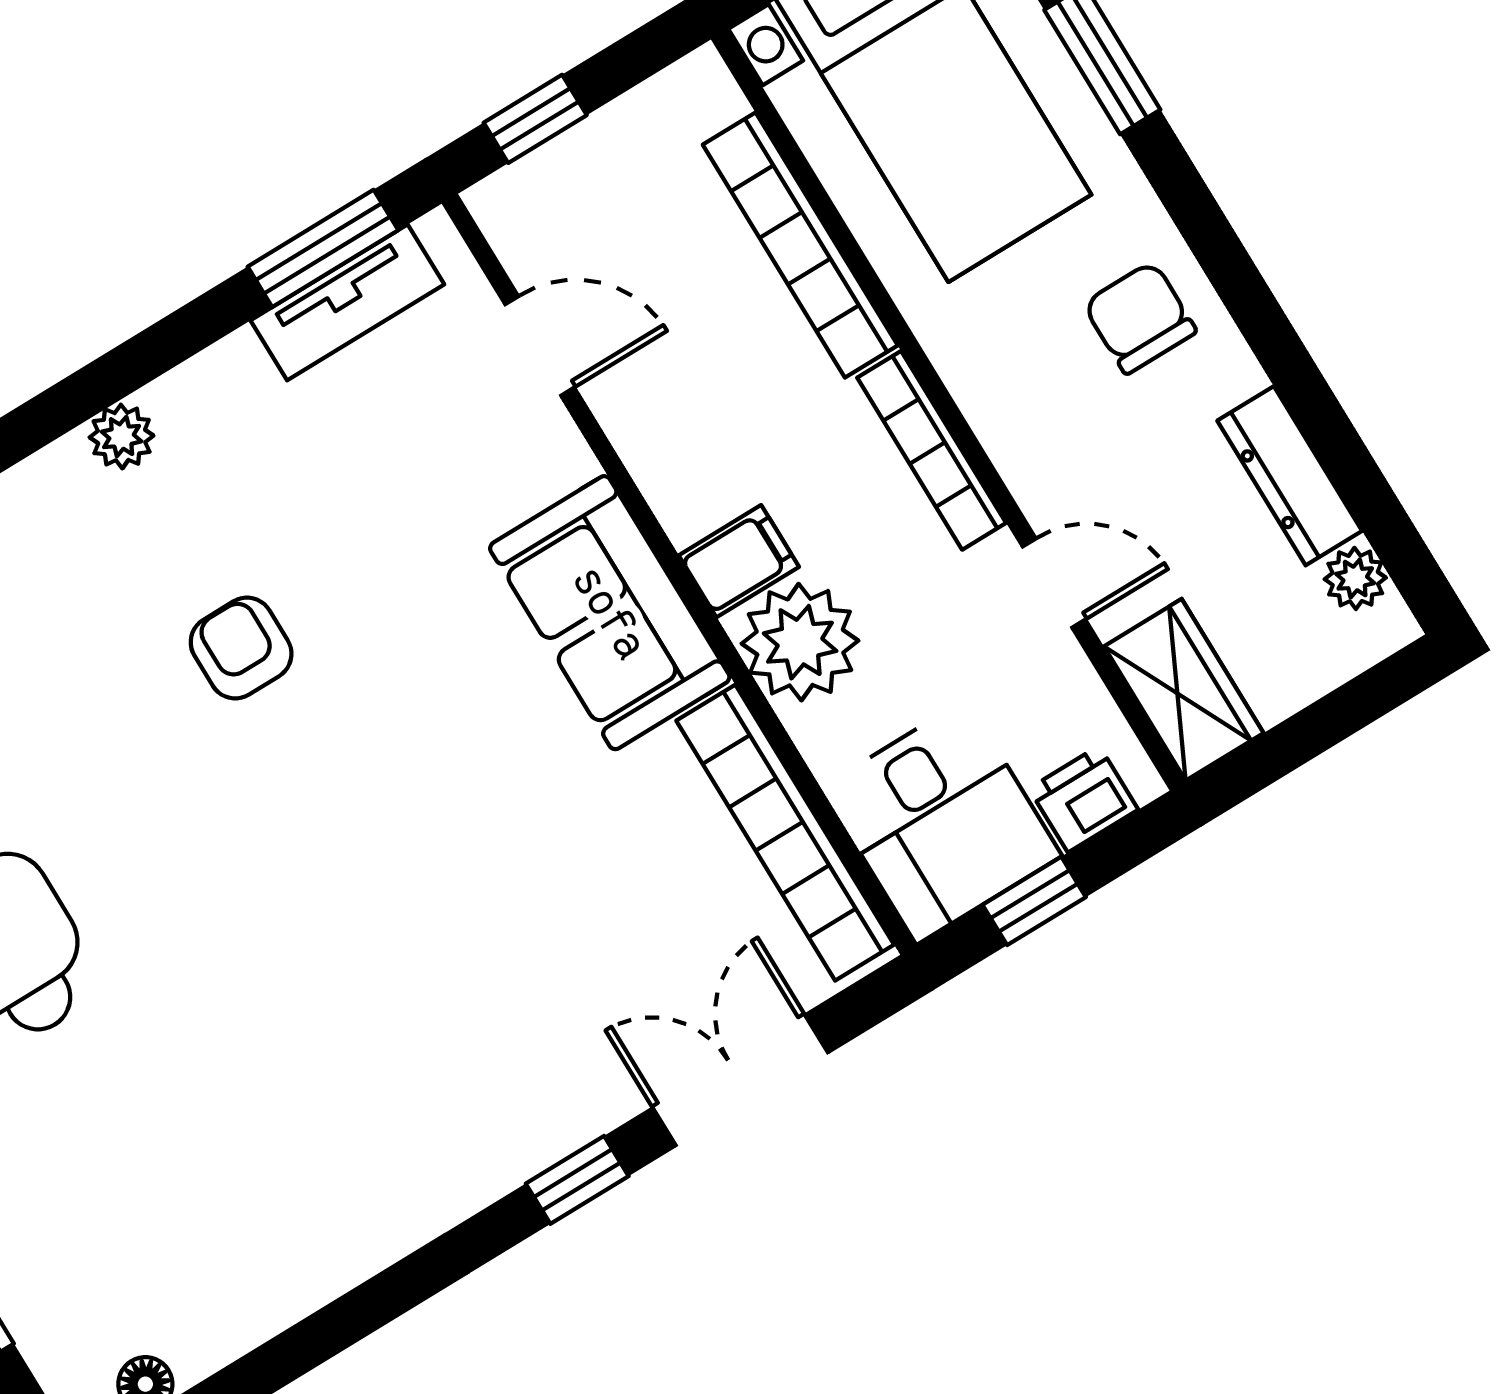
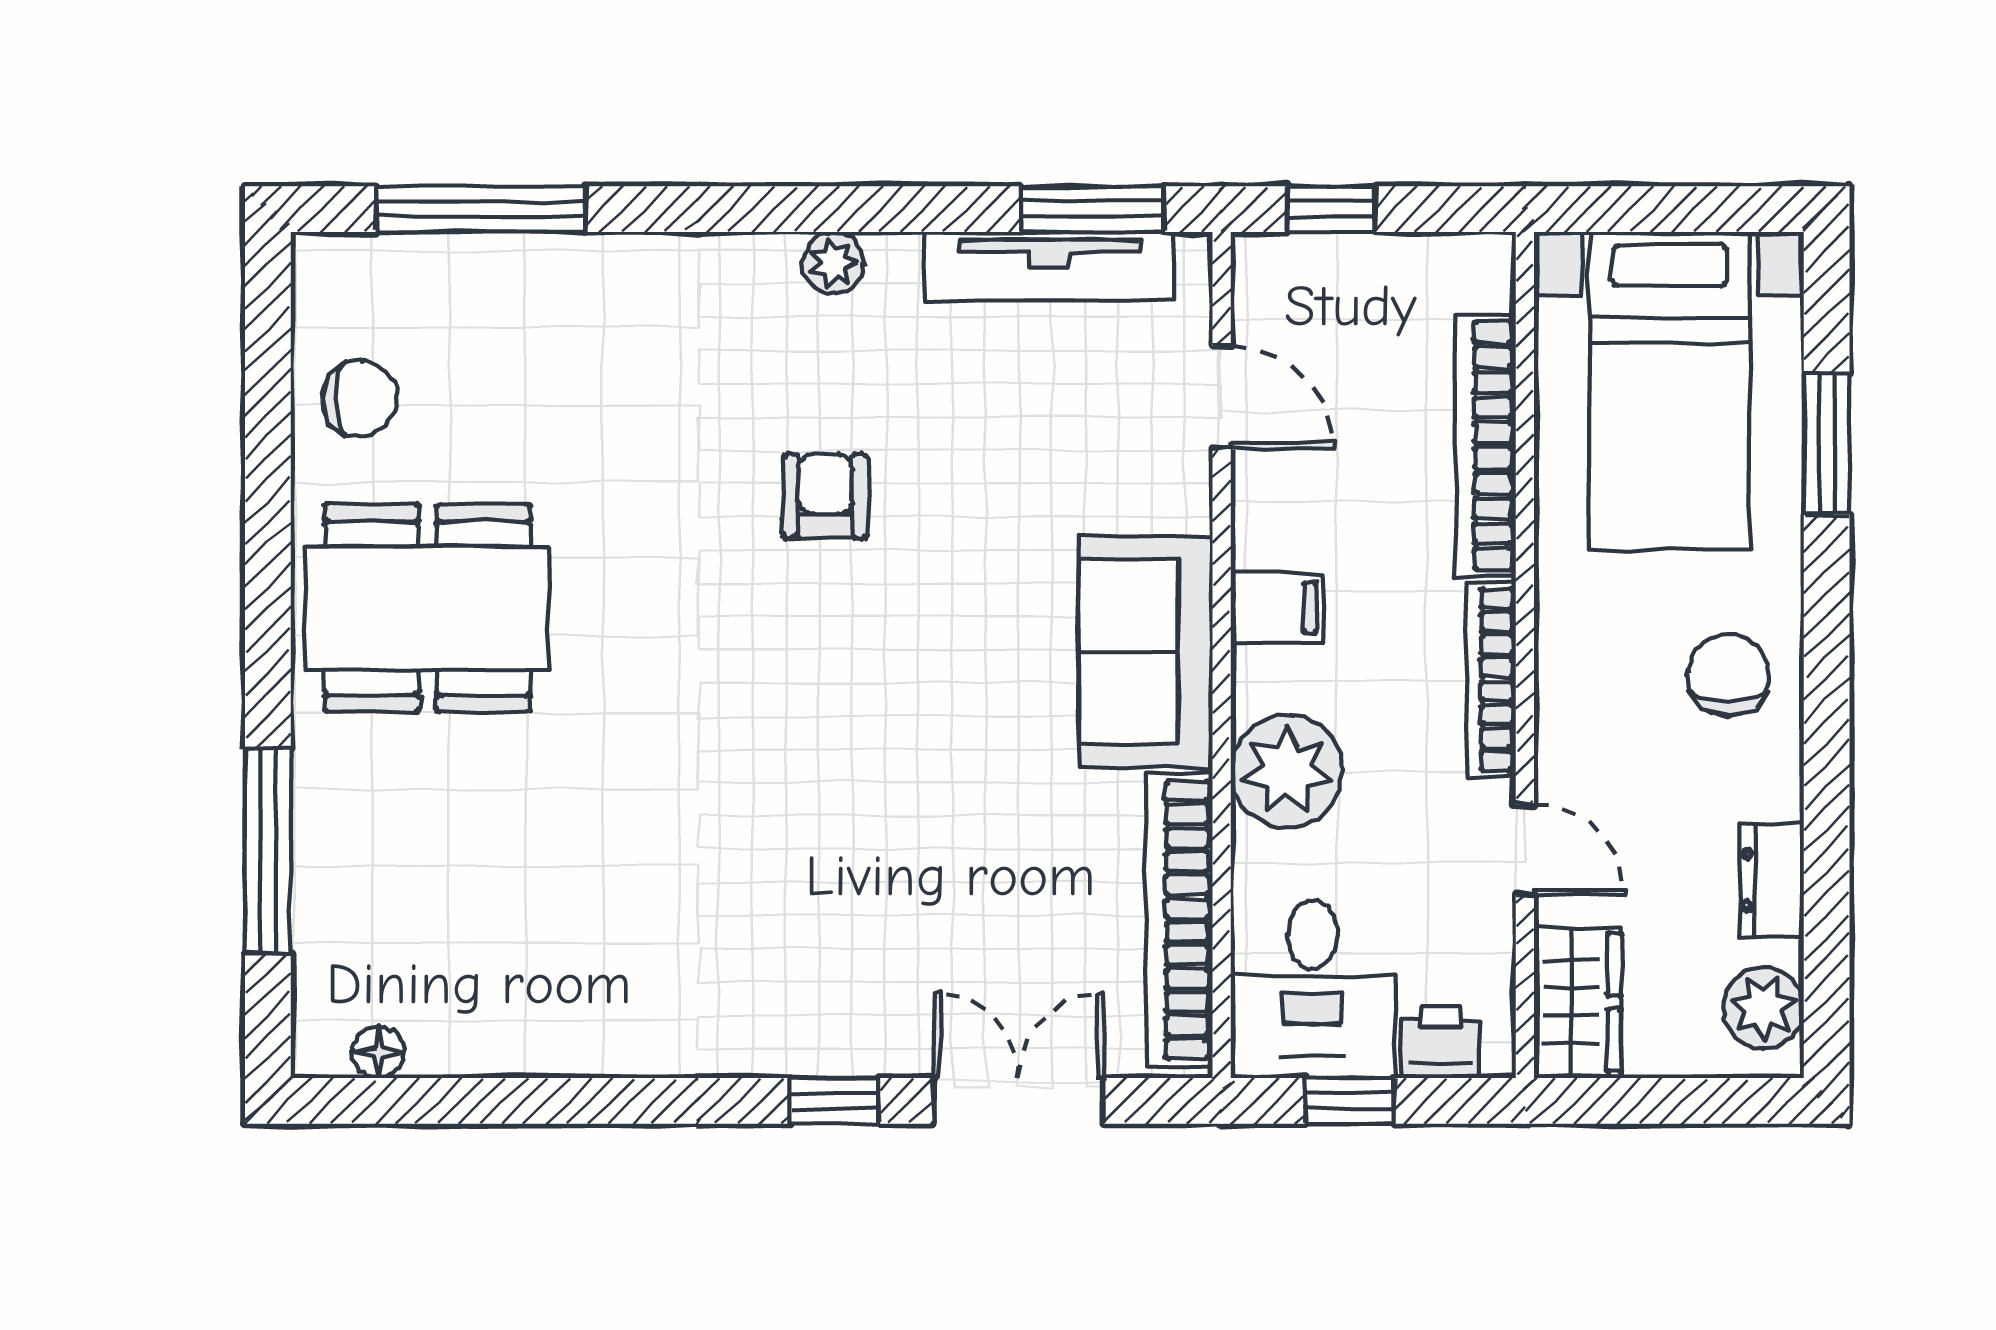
tv unit: (347, 302) -> (1049, 266), width x1.41
dresser: (1290, 476) -> (1772, 880), width x0.70
filing cabinet: (739, 561) -> (1277, 608), moved
plant: (1355, 578) -> (1763, 1008), width x1.38, depth x1.38

